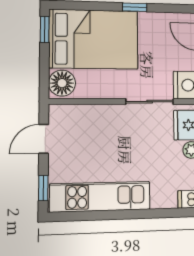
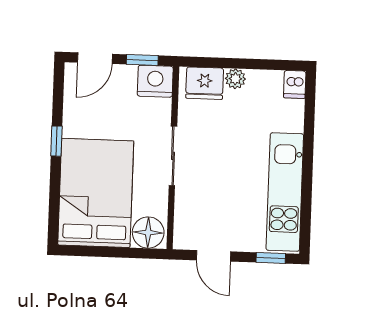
window: (45, 29) -> (83, 251), removed
sliding door: (150, 102) -> (173, 156), moved

